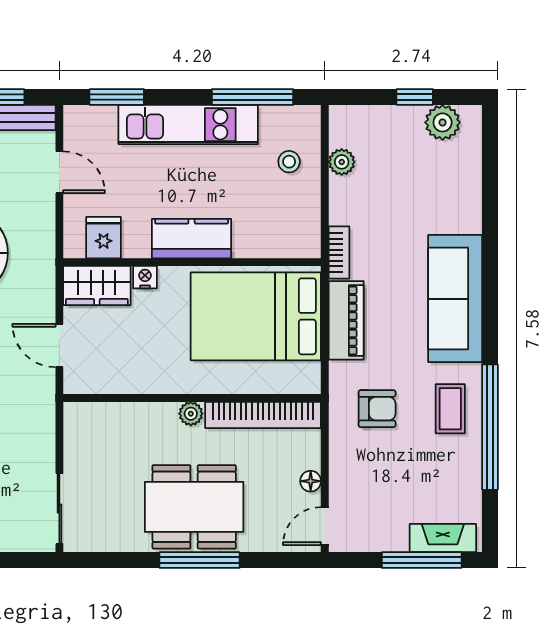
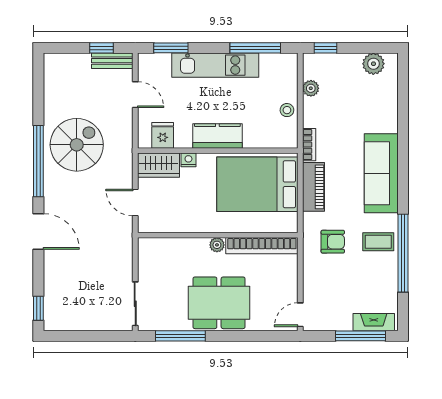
window: (415, 97) -> (325, 48), moved
stool: (289, 162) -> (287, 110), moved
coffee table: (450, 409) -> (378, 242), turned 90
floor lamp: (311, 481) -> (291, 287), removed
window: (200, 560) -> (180, 336), moved

